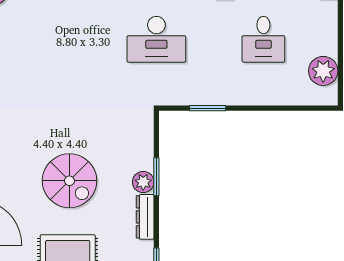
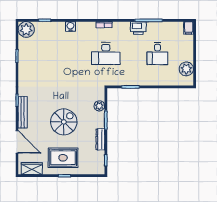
spiral stairs: (69, 181) -> (64, 122), turned -90
plant: (143, 182) -> (99, 106), moved

